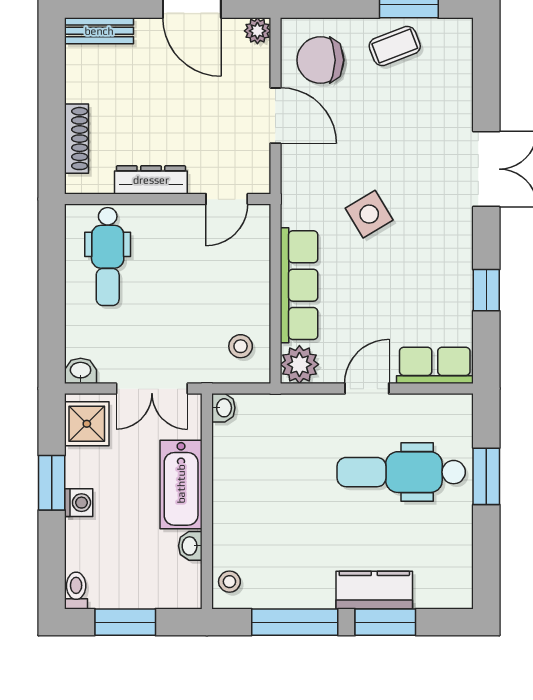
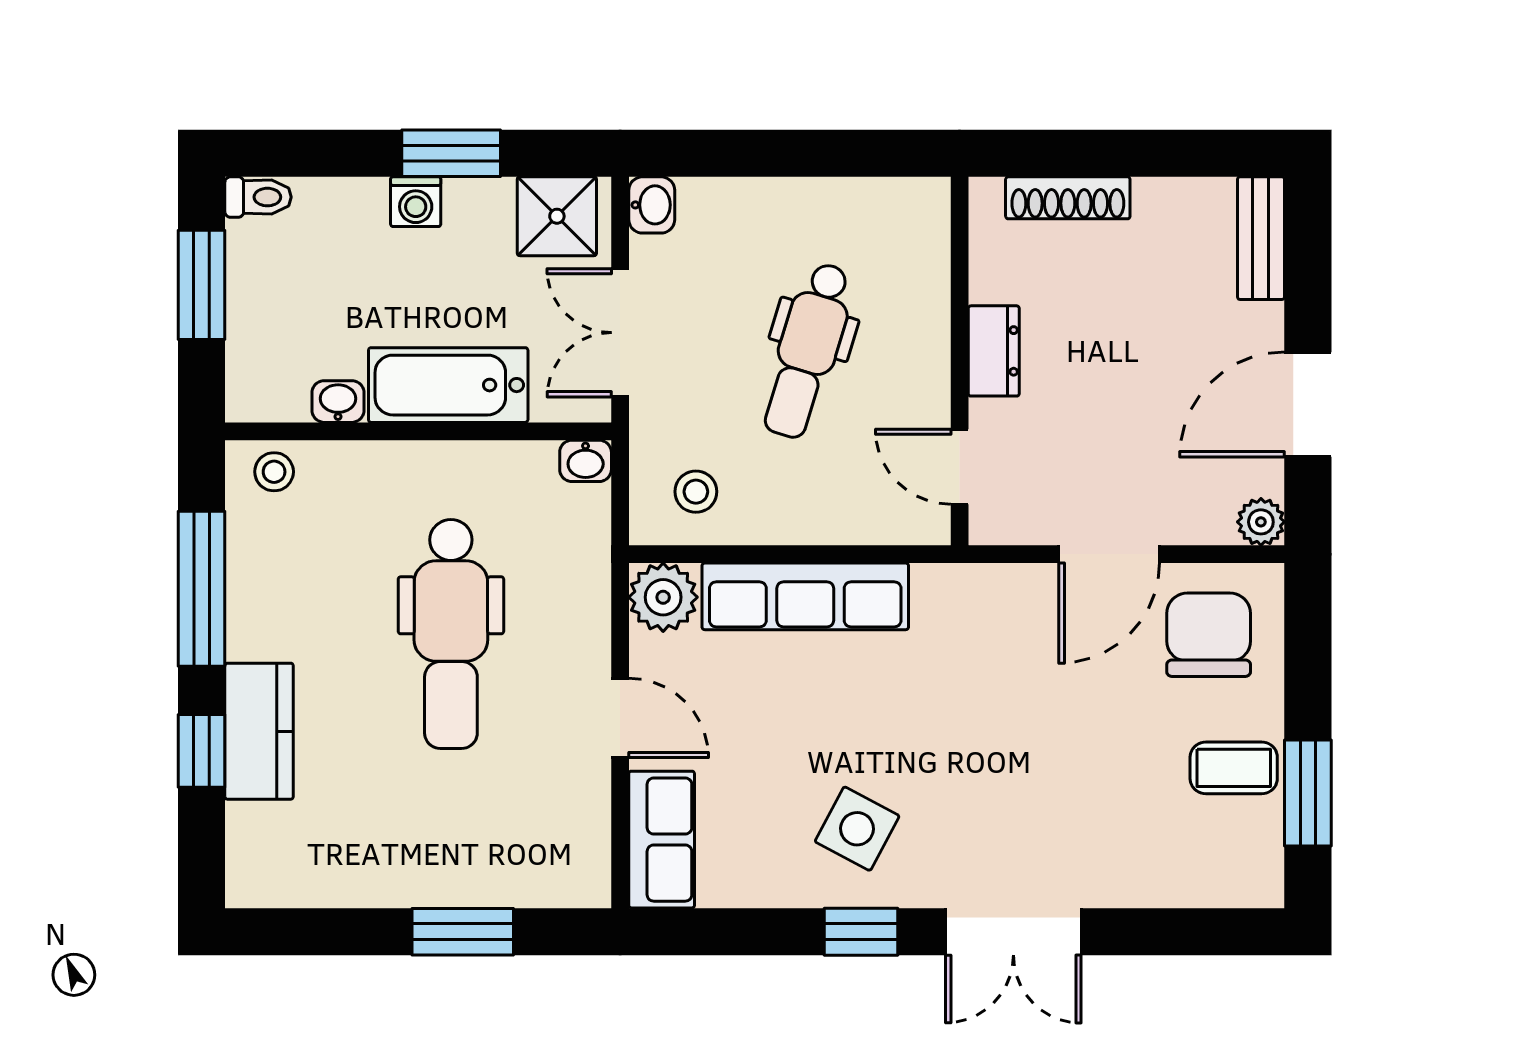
coffee table: (395, 46) -> (1234, 768), turned -69
dresser: (151, 180) -> (994, 351), width x0.70
side table: (369, 214) -> (857, 829), moved, turned -31
dental chair: (108, 257) -> (808, 350), moved, turned -73
window: (486, 290) -> (861, 932), moved
dental chair: (401, 472) -> (451, 634), moved, turned 180
window: (385, 622) -> (202, 751), width x0.67

